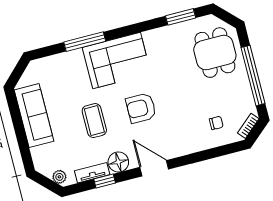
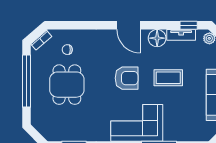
dining table: (215, 53) -> (67, 85), moved
coffee table: (94, 121) -> (168, 78), turned 90
window: (105, 181) -> (189, 25), moved

